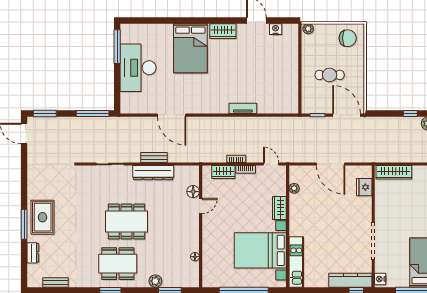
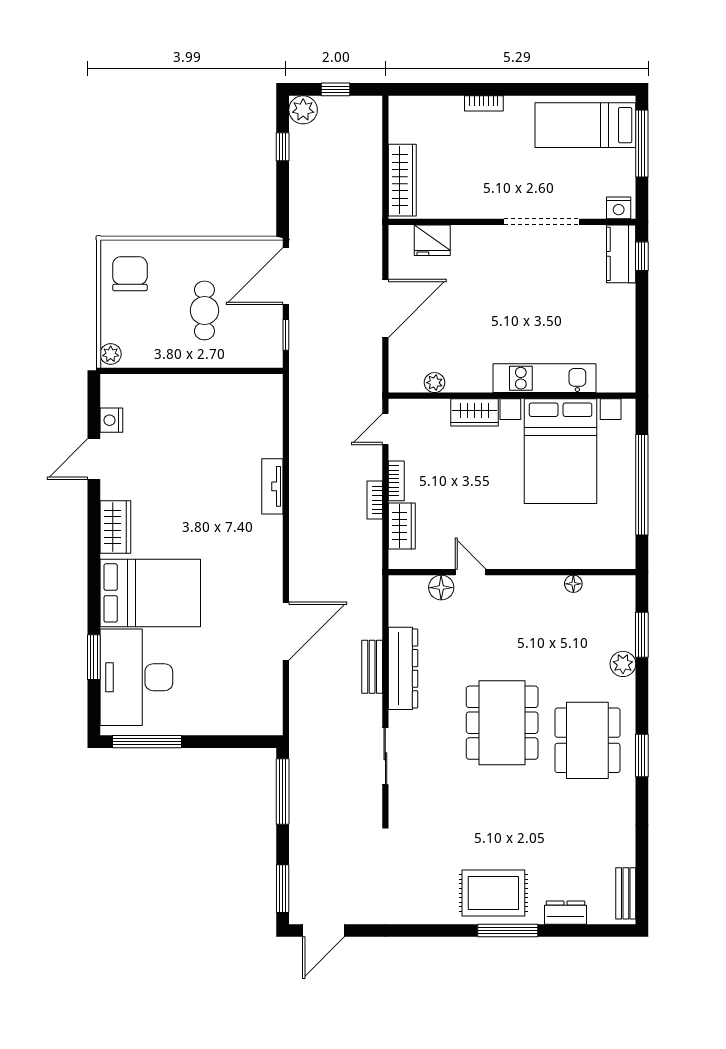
window: (159, 20) -> (94, 657), added
desk: (138, 68) -> (136, 677), moved, turned 90
kitchen unit: (296, 262) -> (544, 378), moved
kitchen counter: (350, 280) -> (621, 254), width x0.67
bench: (55, 283) -> (626, 893), moved

